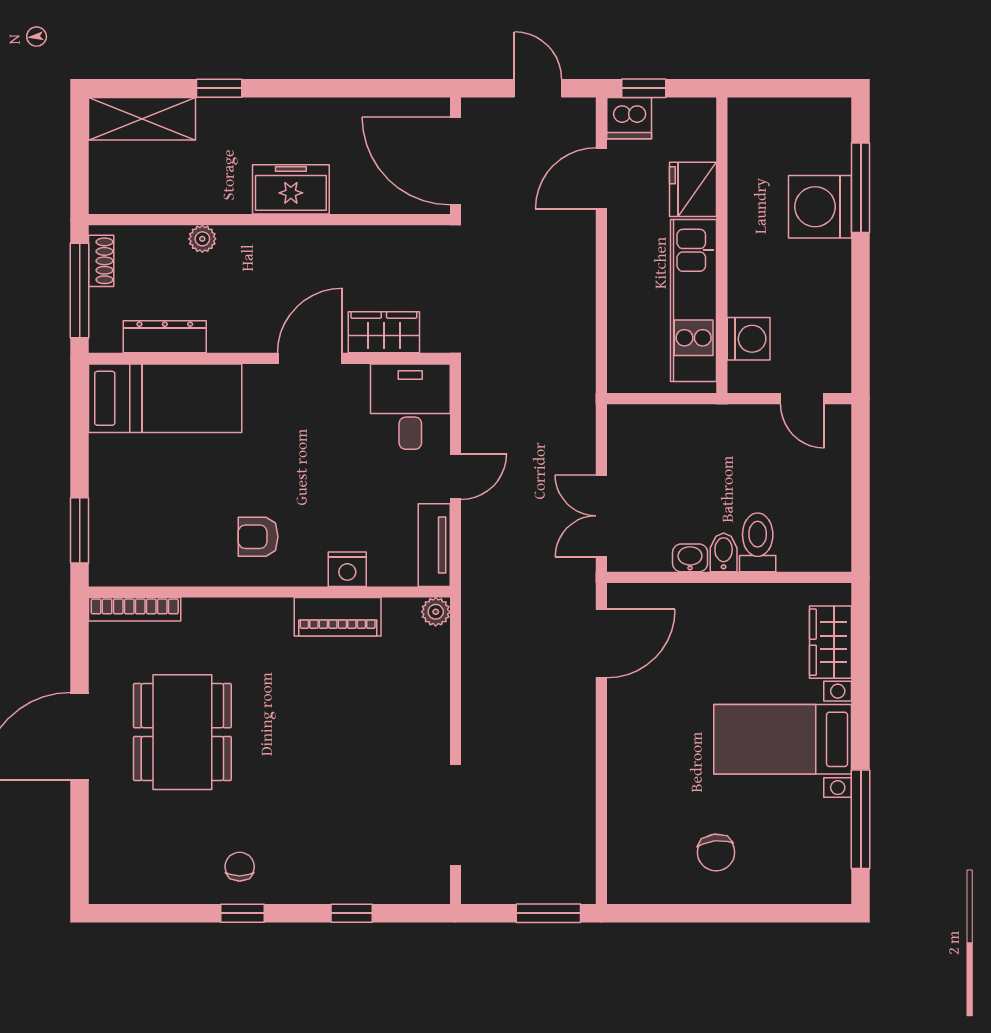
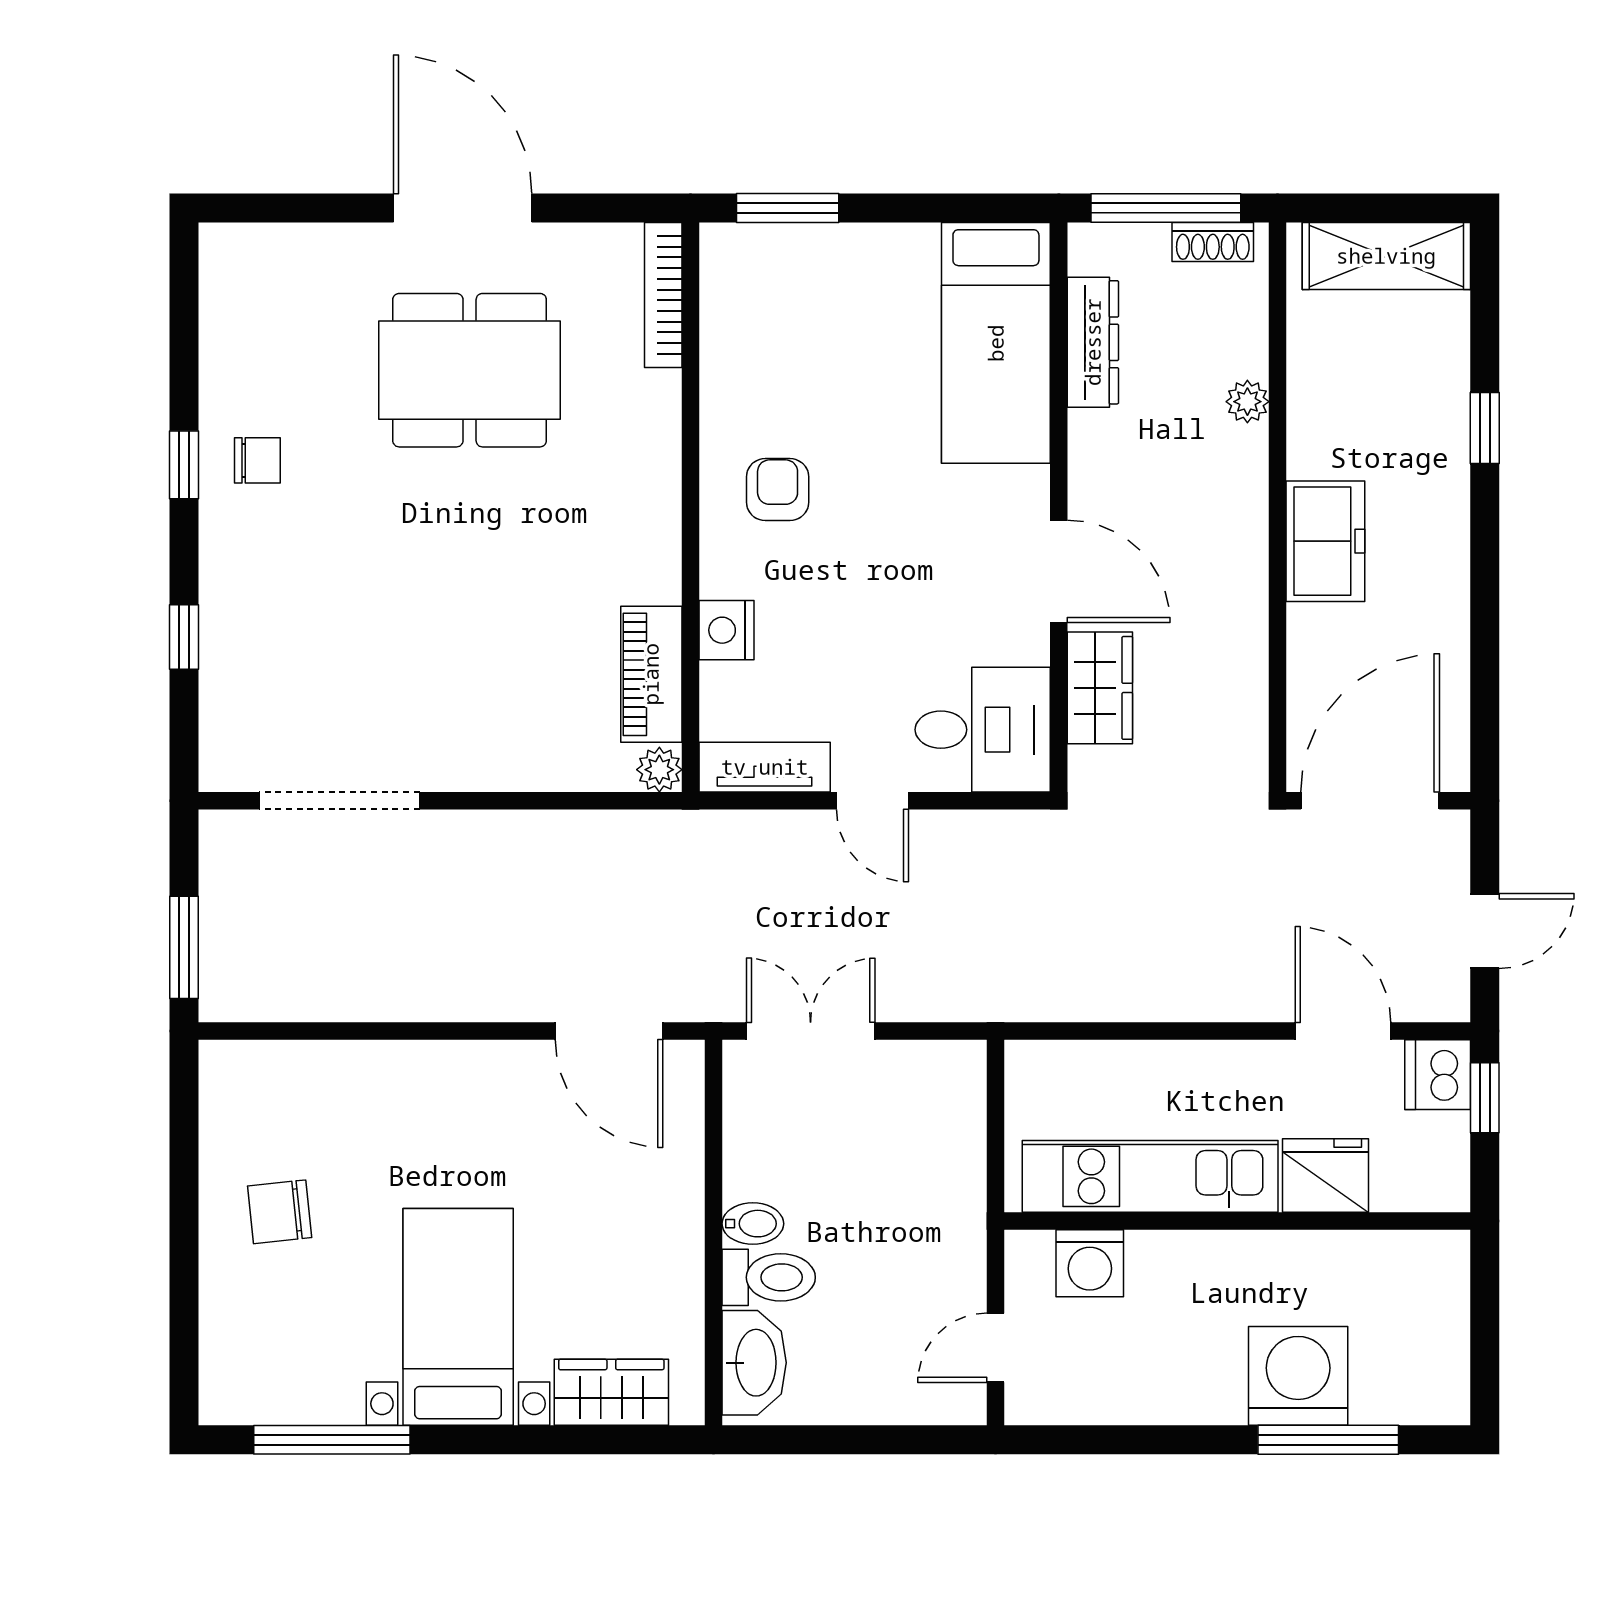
shelving: (142, 119) -> (1386, 256), moved, turned 90
washbasin: (690, 558) -> (754, 1363), moved, width x1.91, depth x1.45
piano: (338, 617) -> (651, 674), moved

